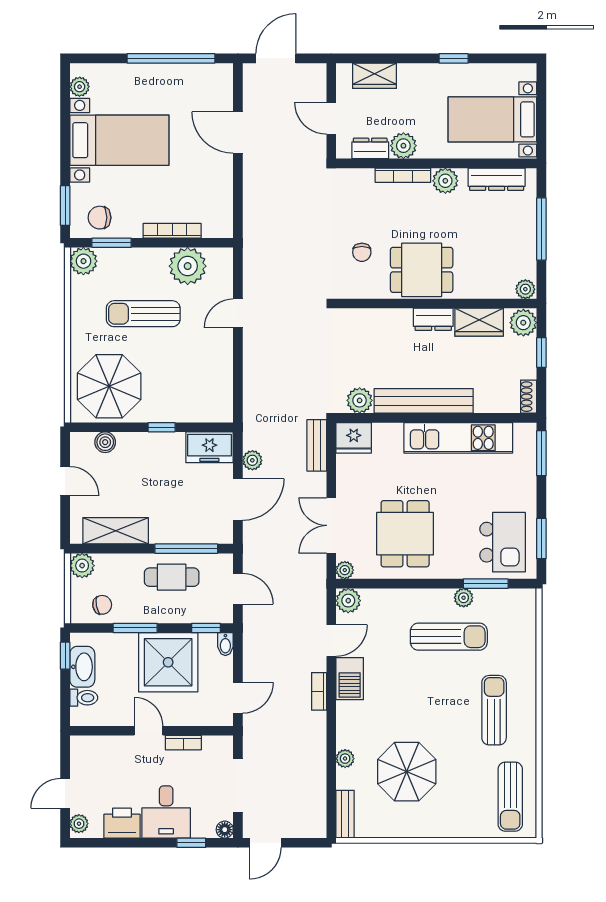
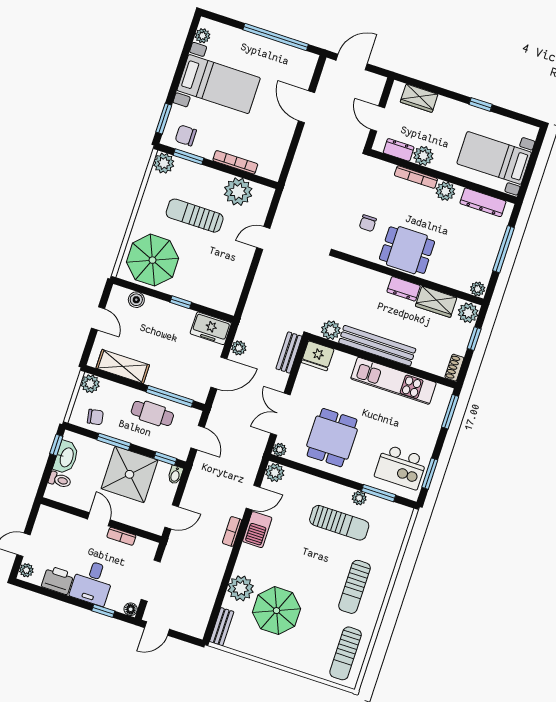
kitchen island: (503, 542) -> (401, 467), turned 90
sun lounger: (494, 710) -> (354, 587), turned 180
plant: (345, 759) -> (241, 588), width x1.88, depth x1.88

